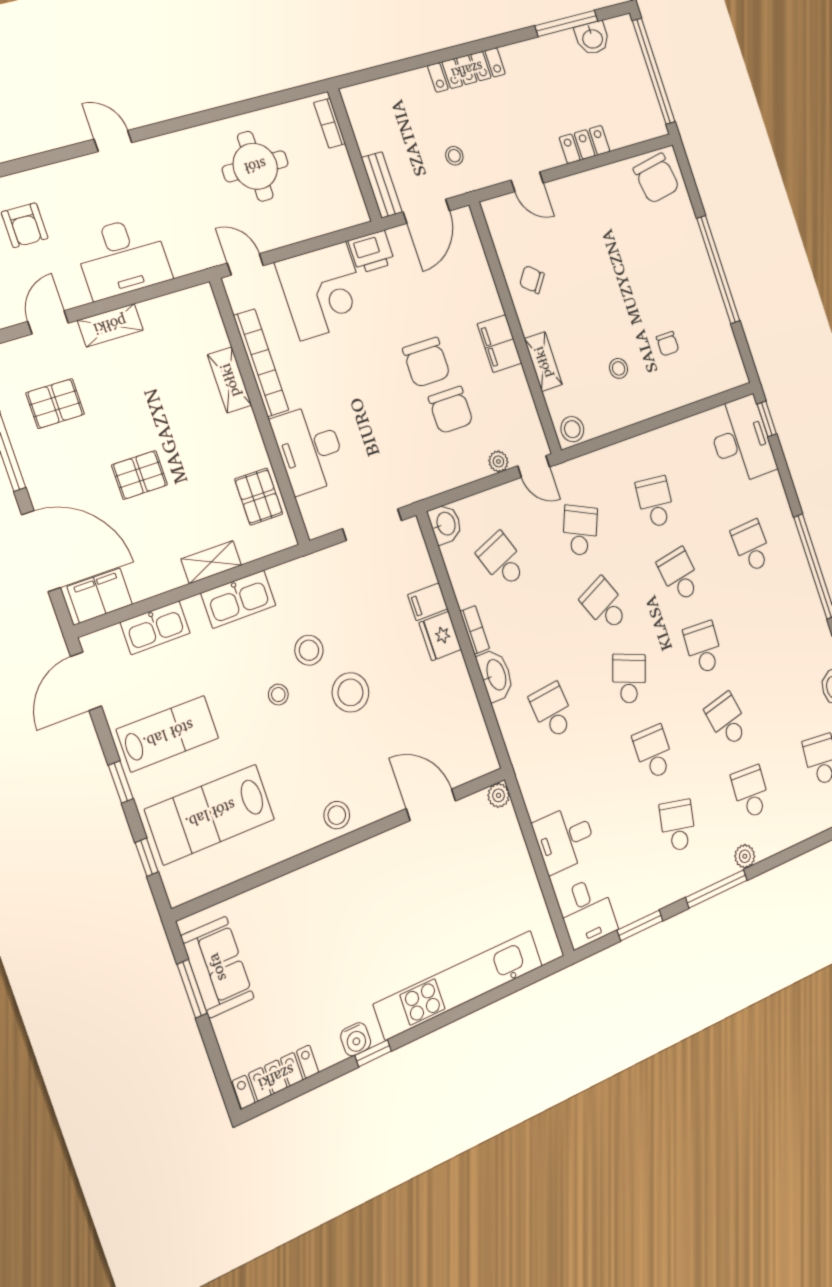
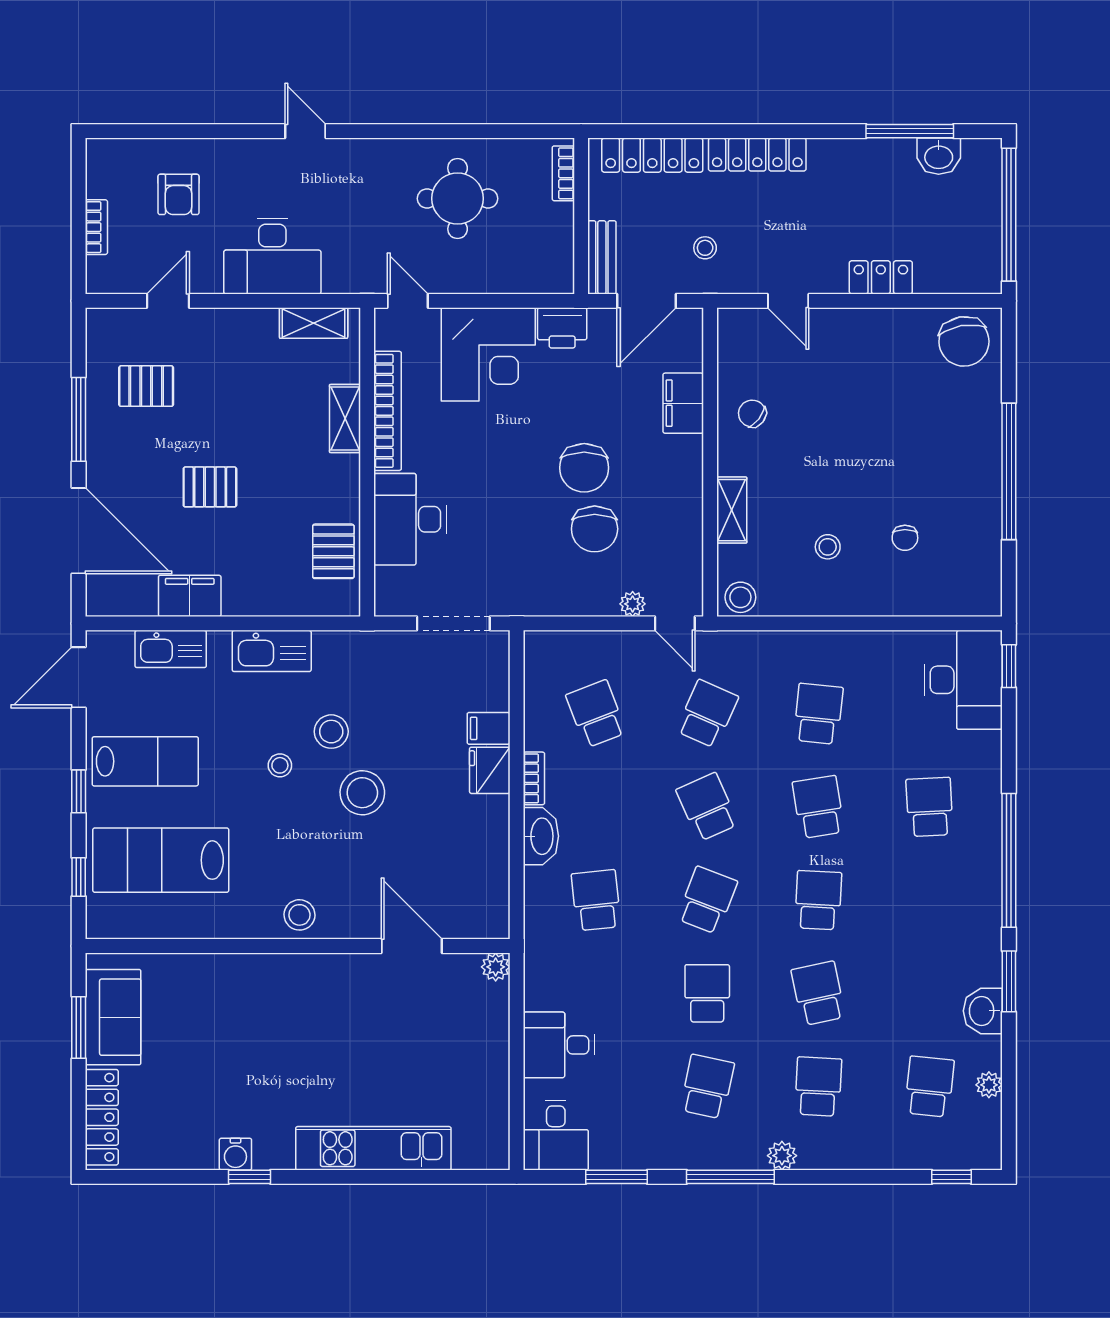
locker: (391, 90) -> (652, 155), added
shelving: (110, 325) -> (314, 323), moved
filing cabinet: (499, 344) -> (683, 403), moved
washbasin: (445, 524) -> (541, 651), removed
shelving: (211, 562) -> (256, 602), removed
filing cabinet: (100, 595) -> (190, 596), moved
kitchen unit: (459, 985) -> (373, 1148), width x0.73
locker: (276, 1077) -> (102, 1117), moved, turned 90

